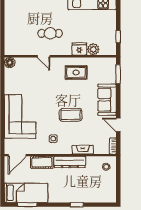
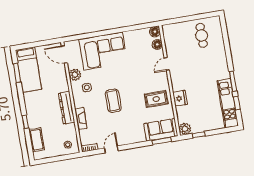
cafe table: (50, 33) -> (202, 35), moved
plant: (93, 49) -> (185, 129), moved
floor lamp: (23, 62) -> (157, 44), added
rug: (76, 72) -> (156, 99), turned 90
sofa: (107, 100) -> (161, 130), moved
plant: (39, 148) -> (75, 75), added
cot: (42, 162) -> (37, 140), moved

